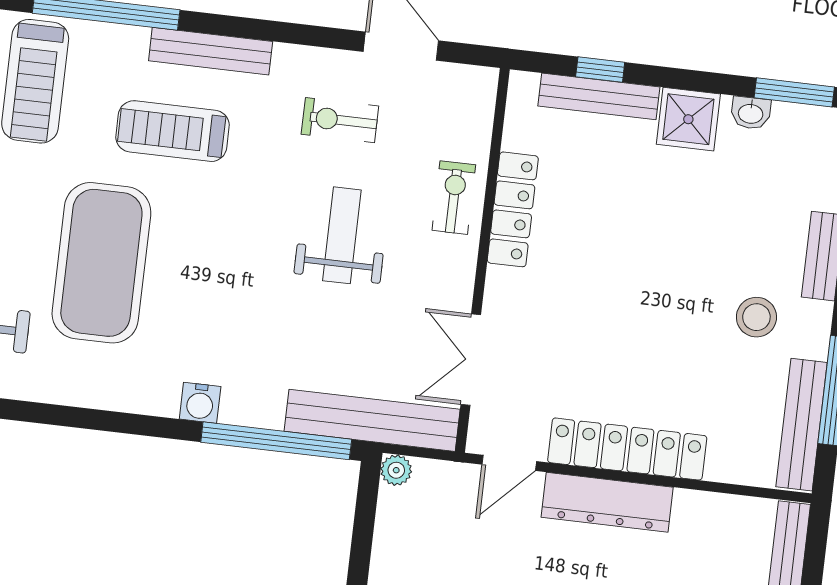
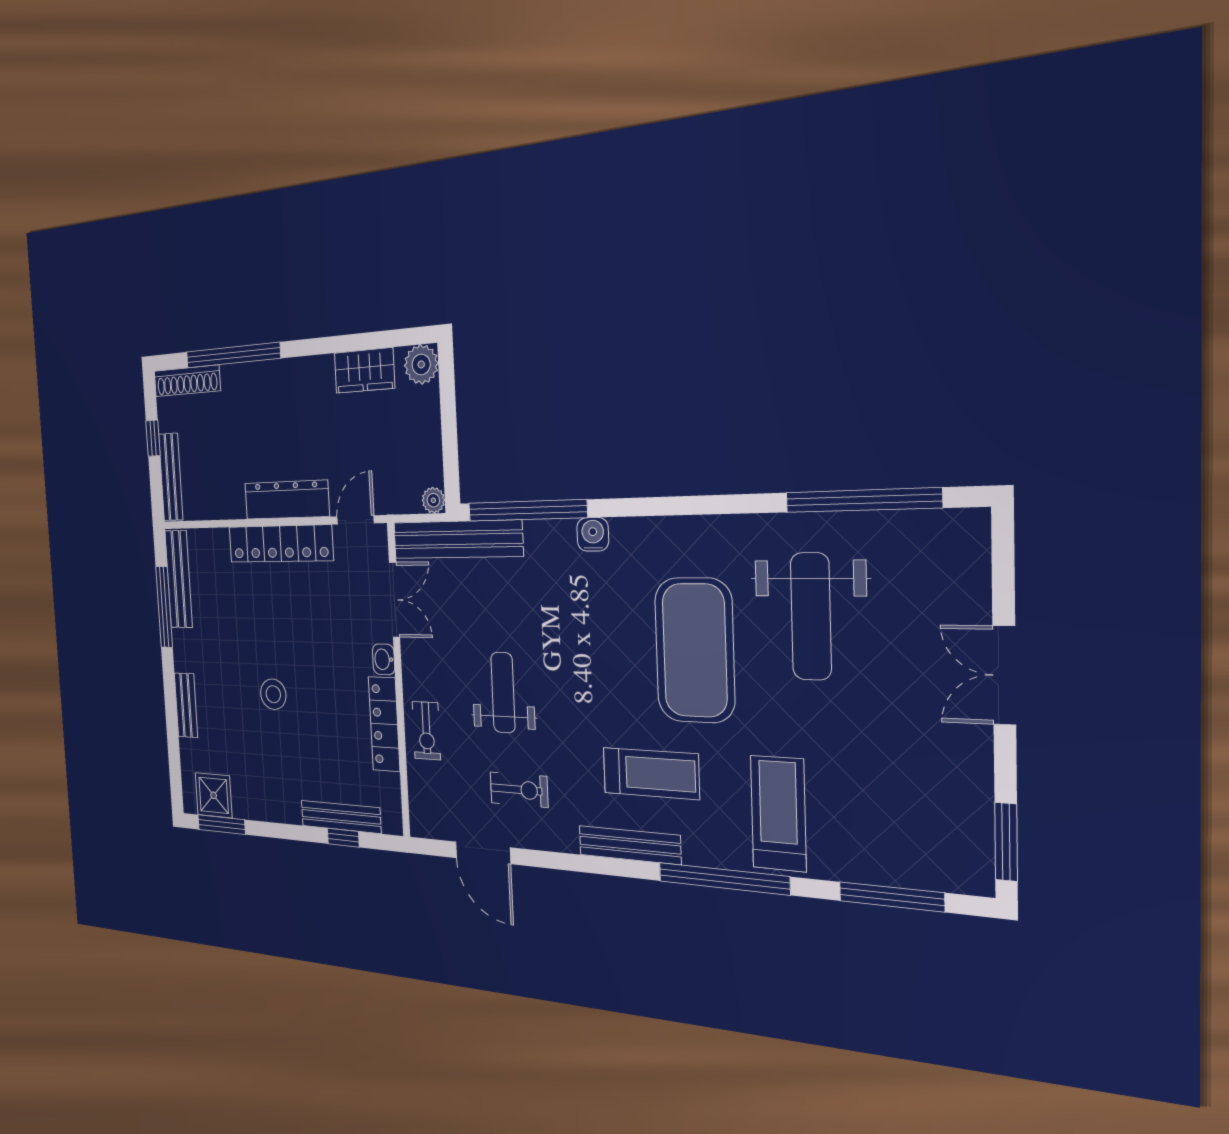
washbasin: (751, 113) -> (384, 659), moved, turned -90
shower: (688, 119) -> (214, 795), moved
weight bench: (342, 235) -> (503, 693), turned 180
stool: (756, 317) -> (273, 694), moved

